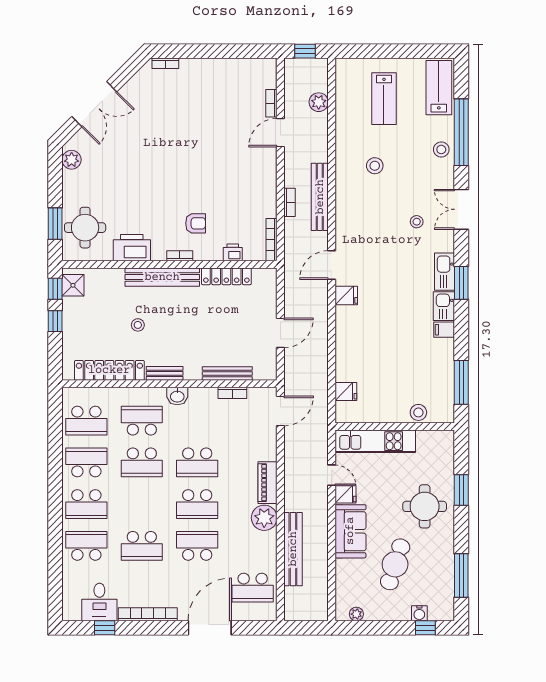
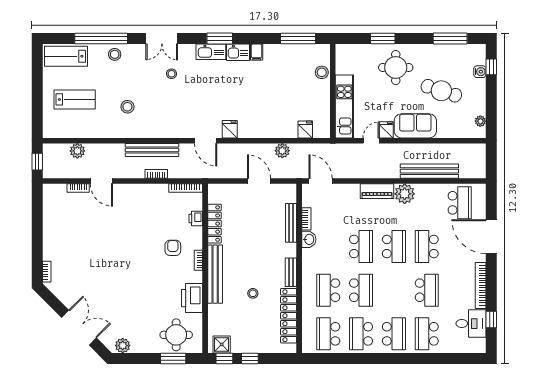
plant: (319, 362) -> (282, 151), added
washbasin: (177, 396) -> (309, 239), moved
school desk: (86, 421) -> (328, 334), turned 180

